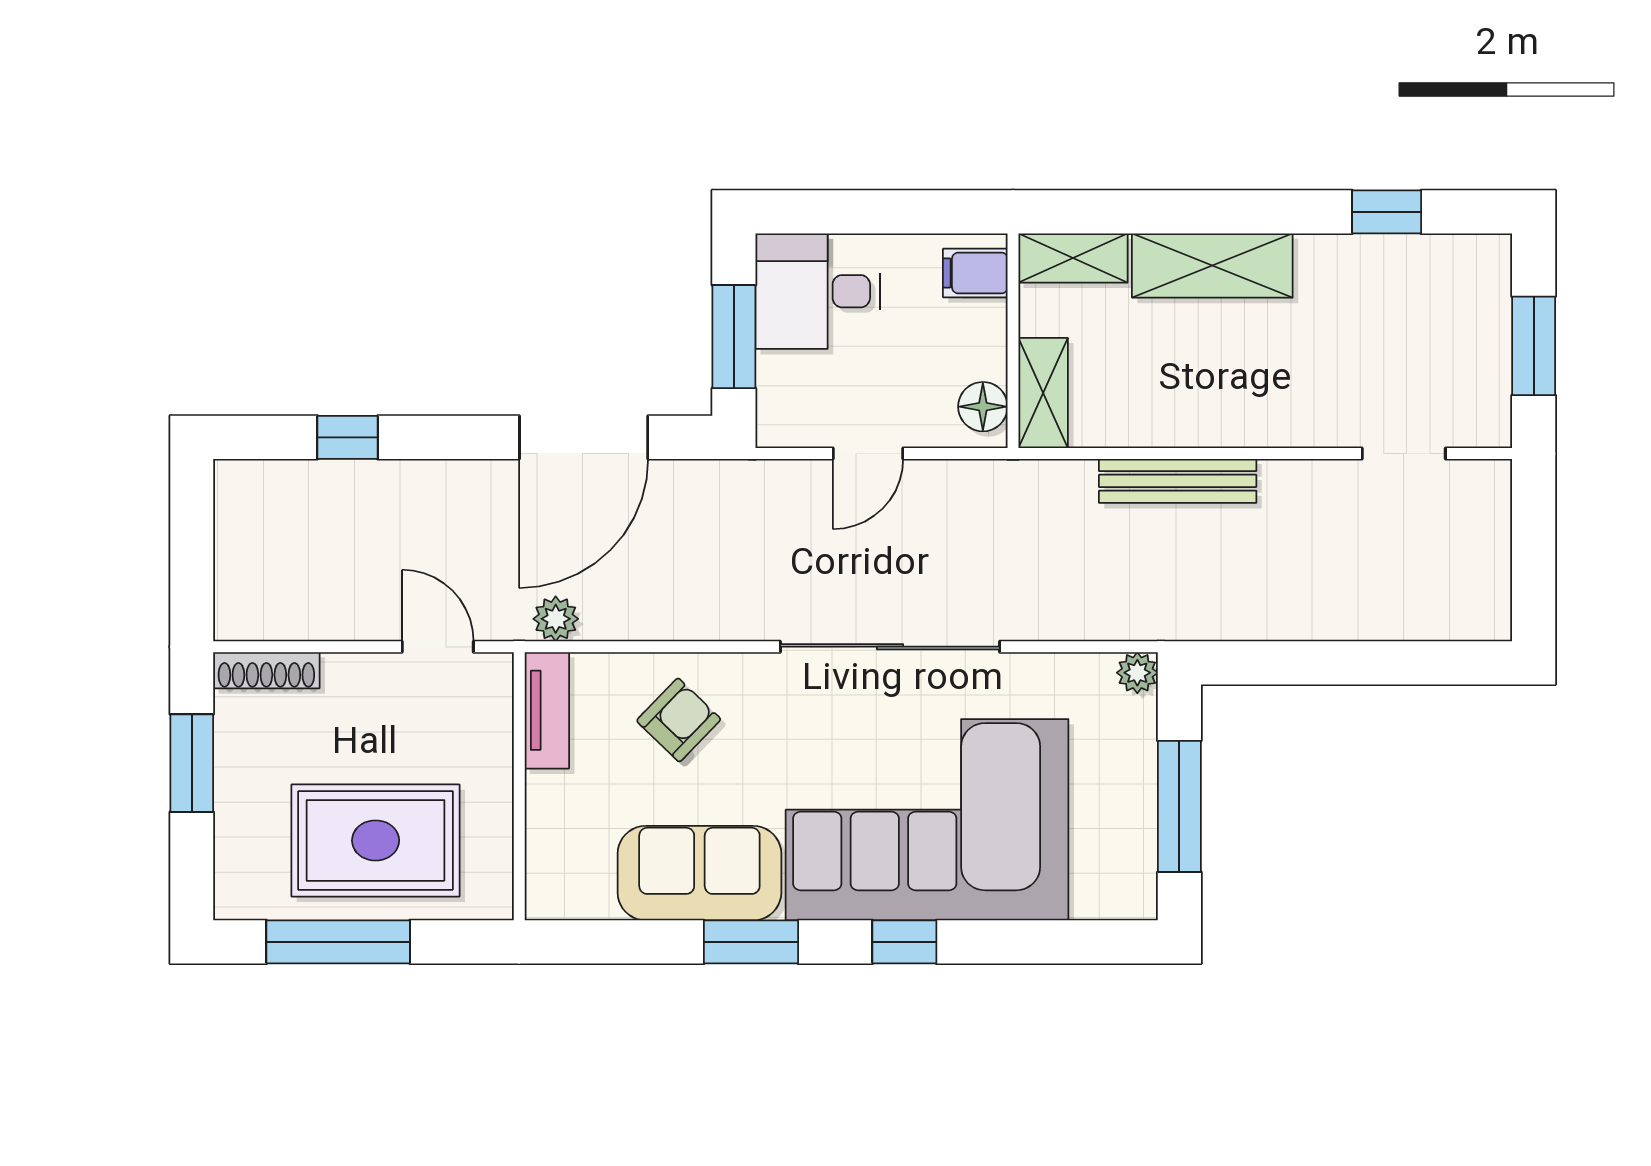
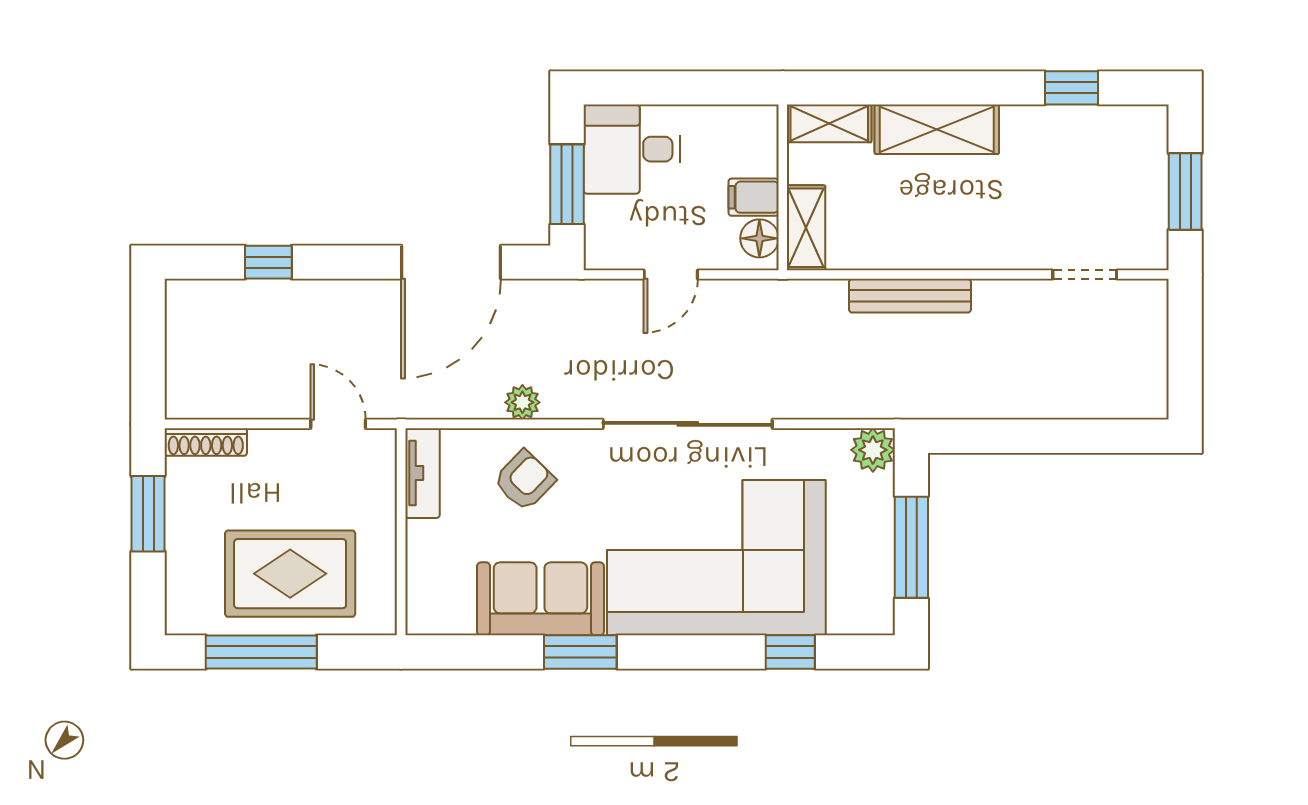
filing cabinet: (975, 273) -> (754, 197), moved
plant: (556, 619) -> (522, 402), moved
plant: (1137, 673) -> (873, 450), width x1.38, depth x1.38
window: (904, 942) -> (790, 652), moved

